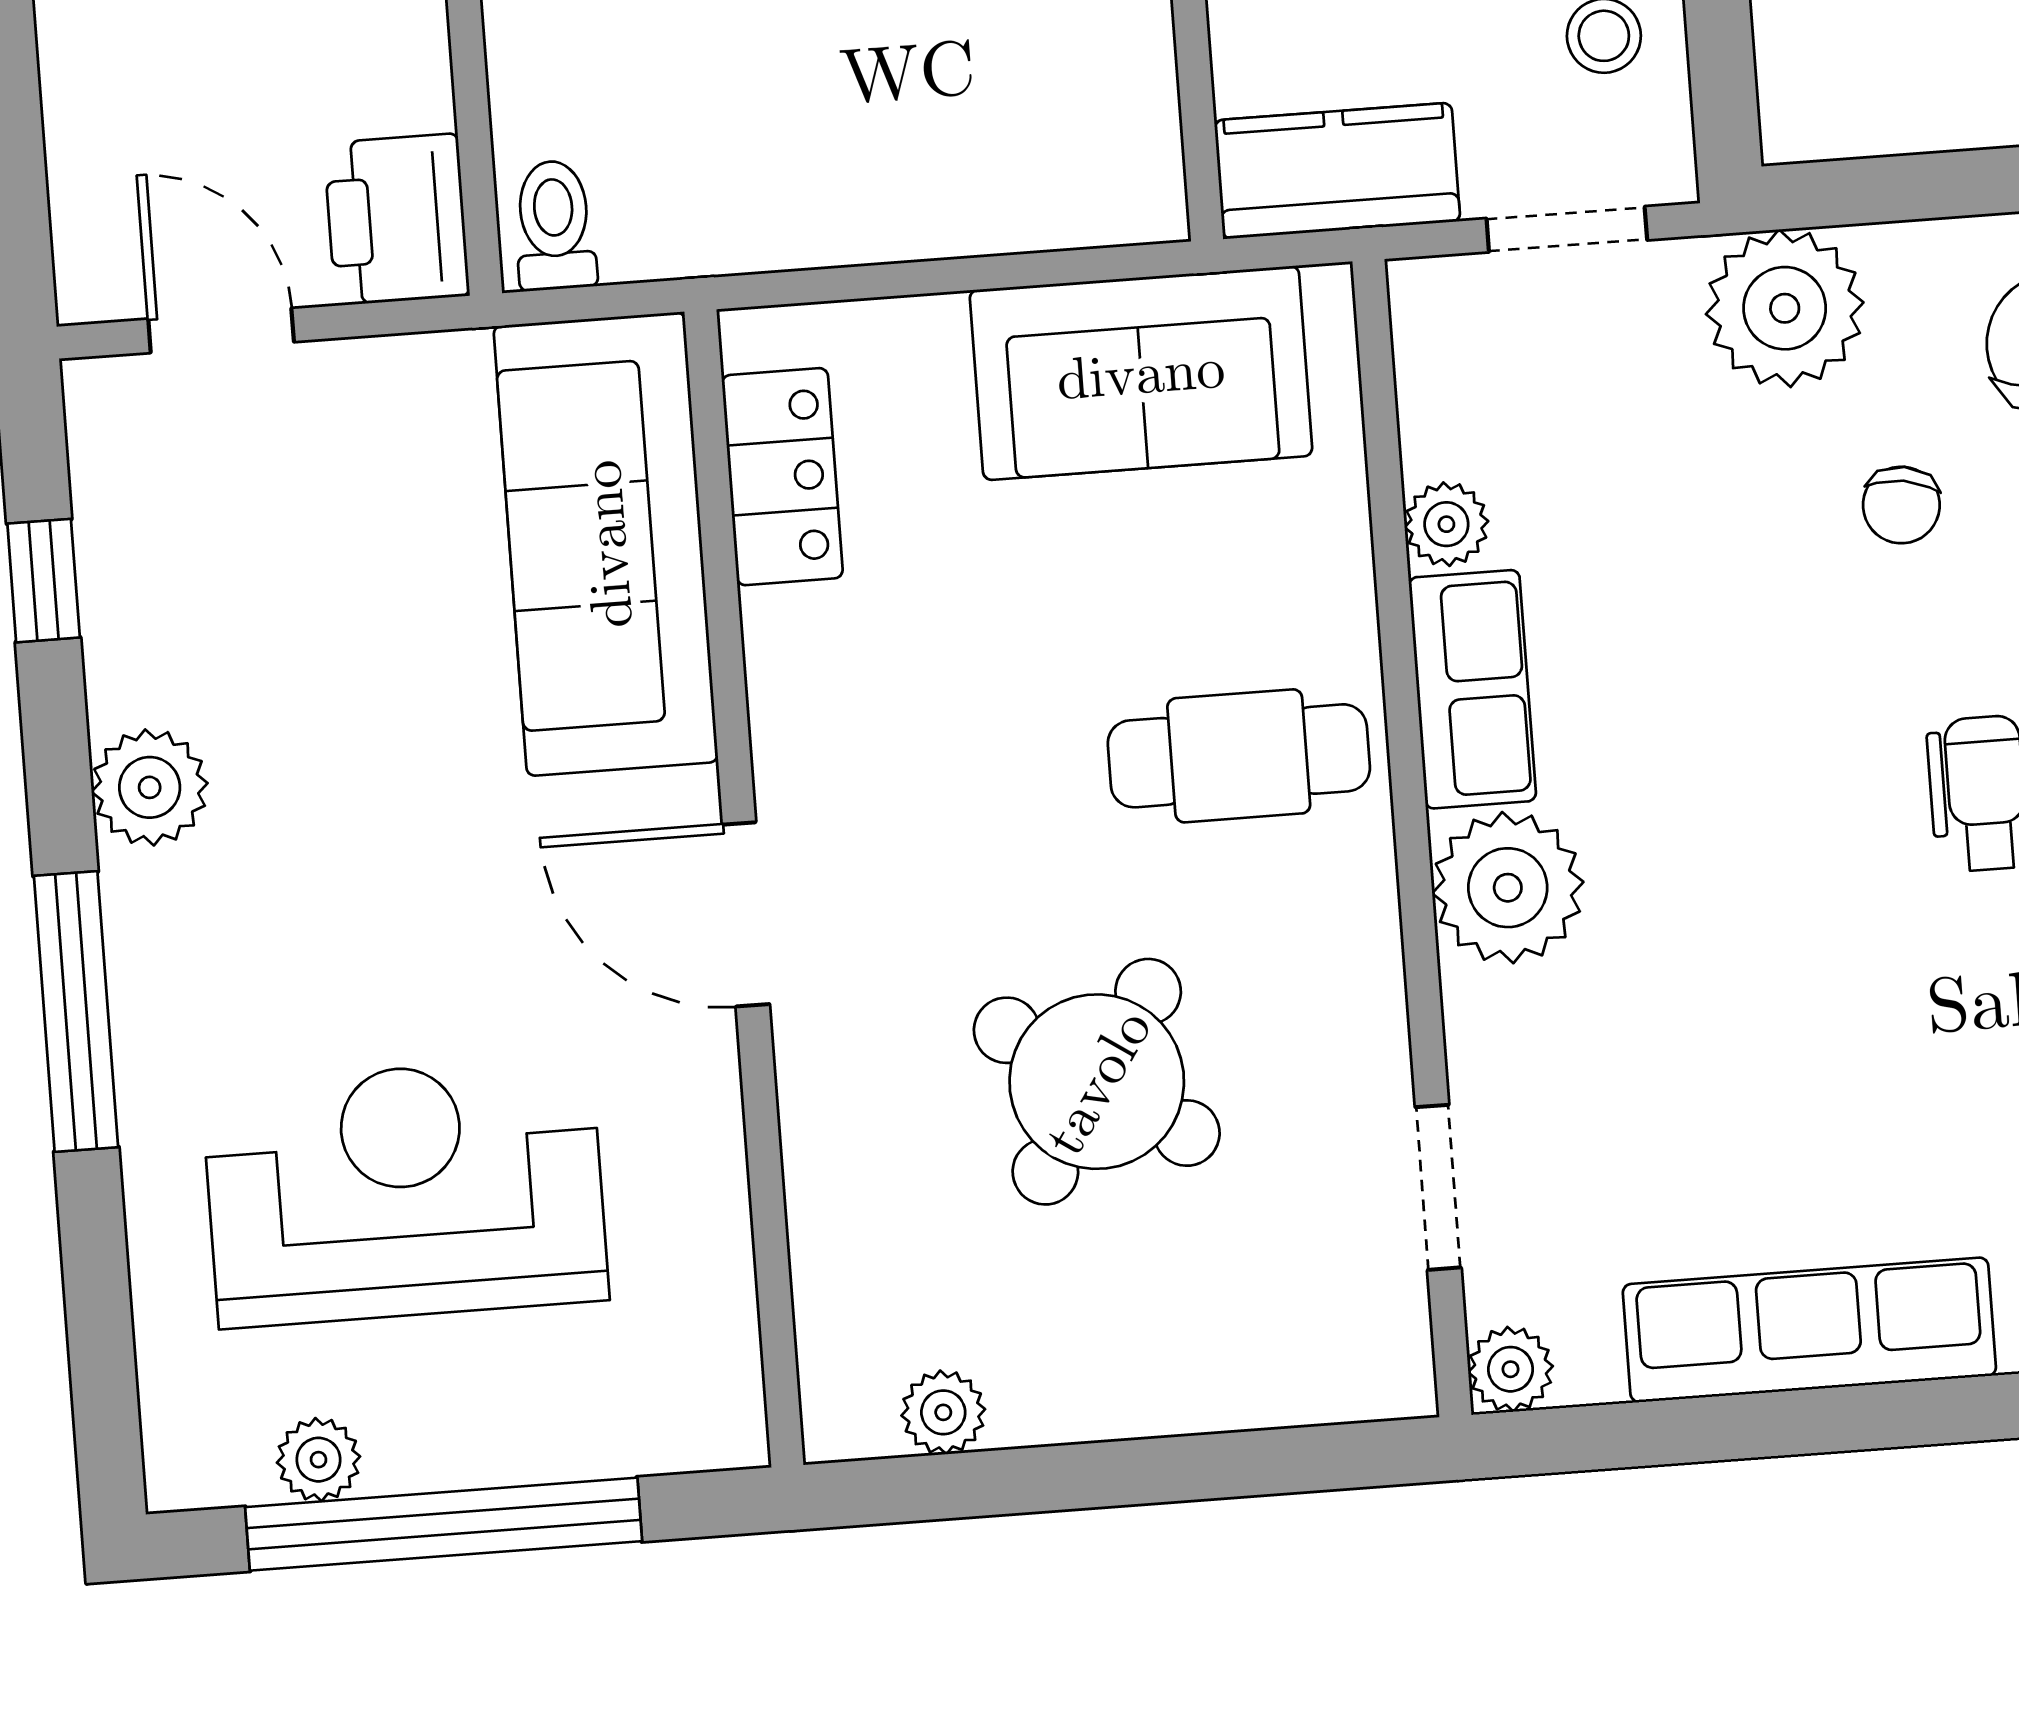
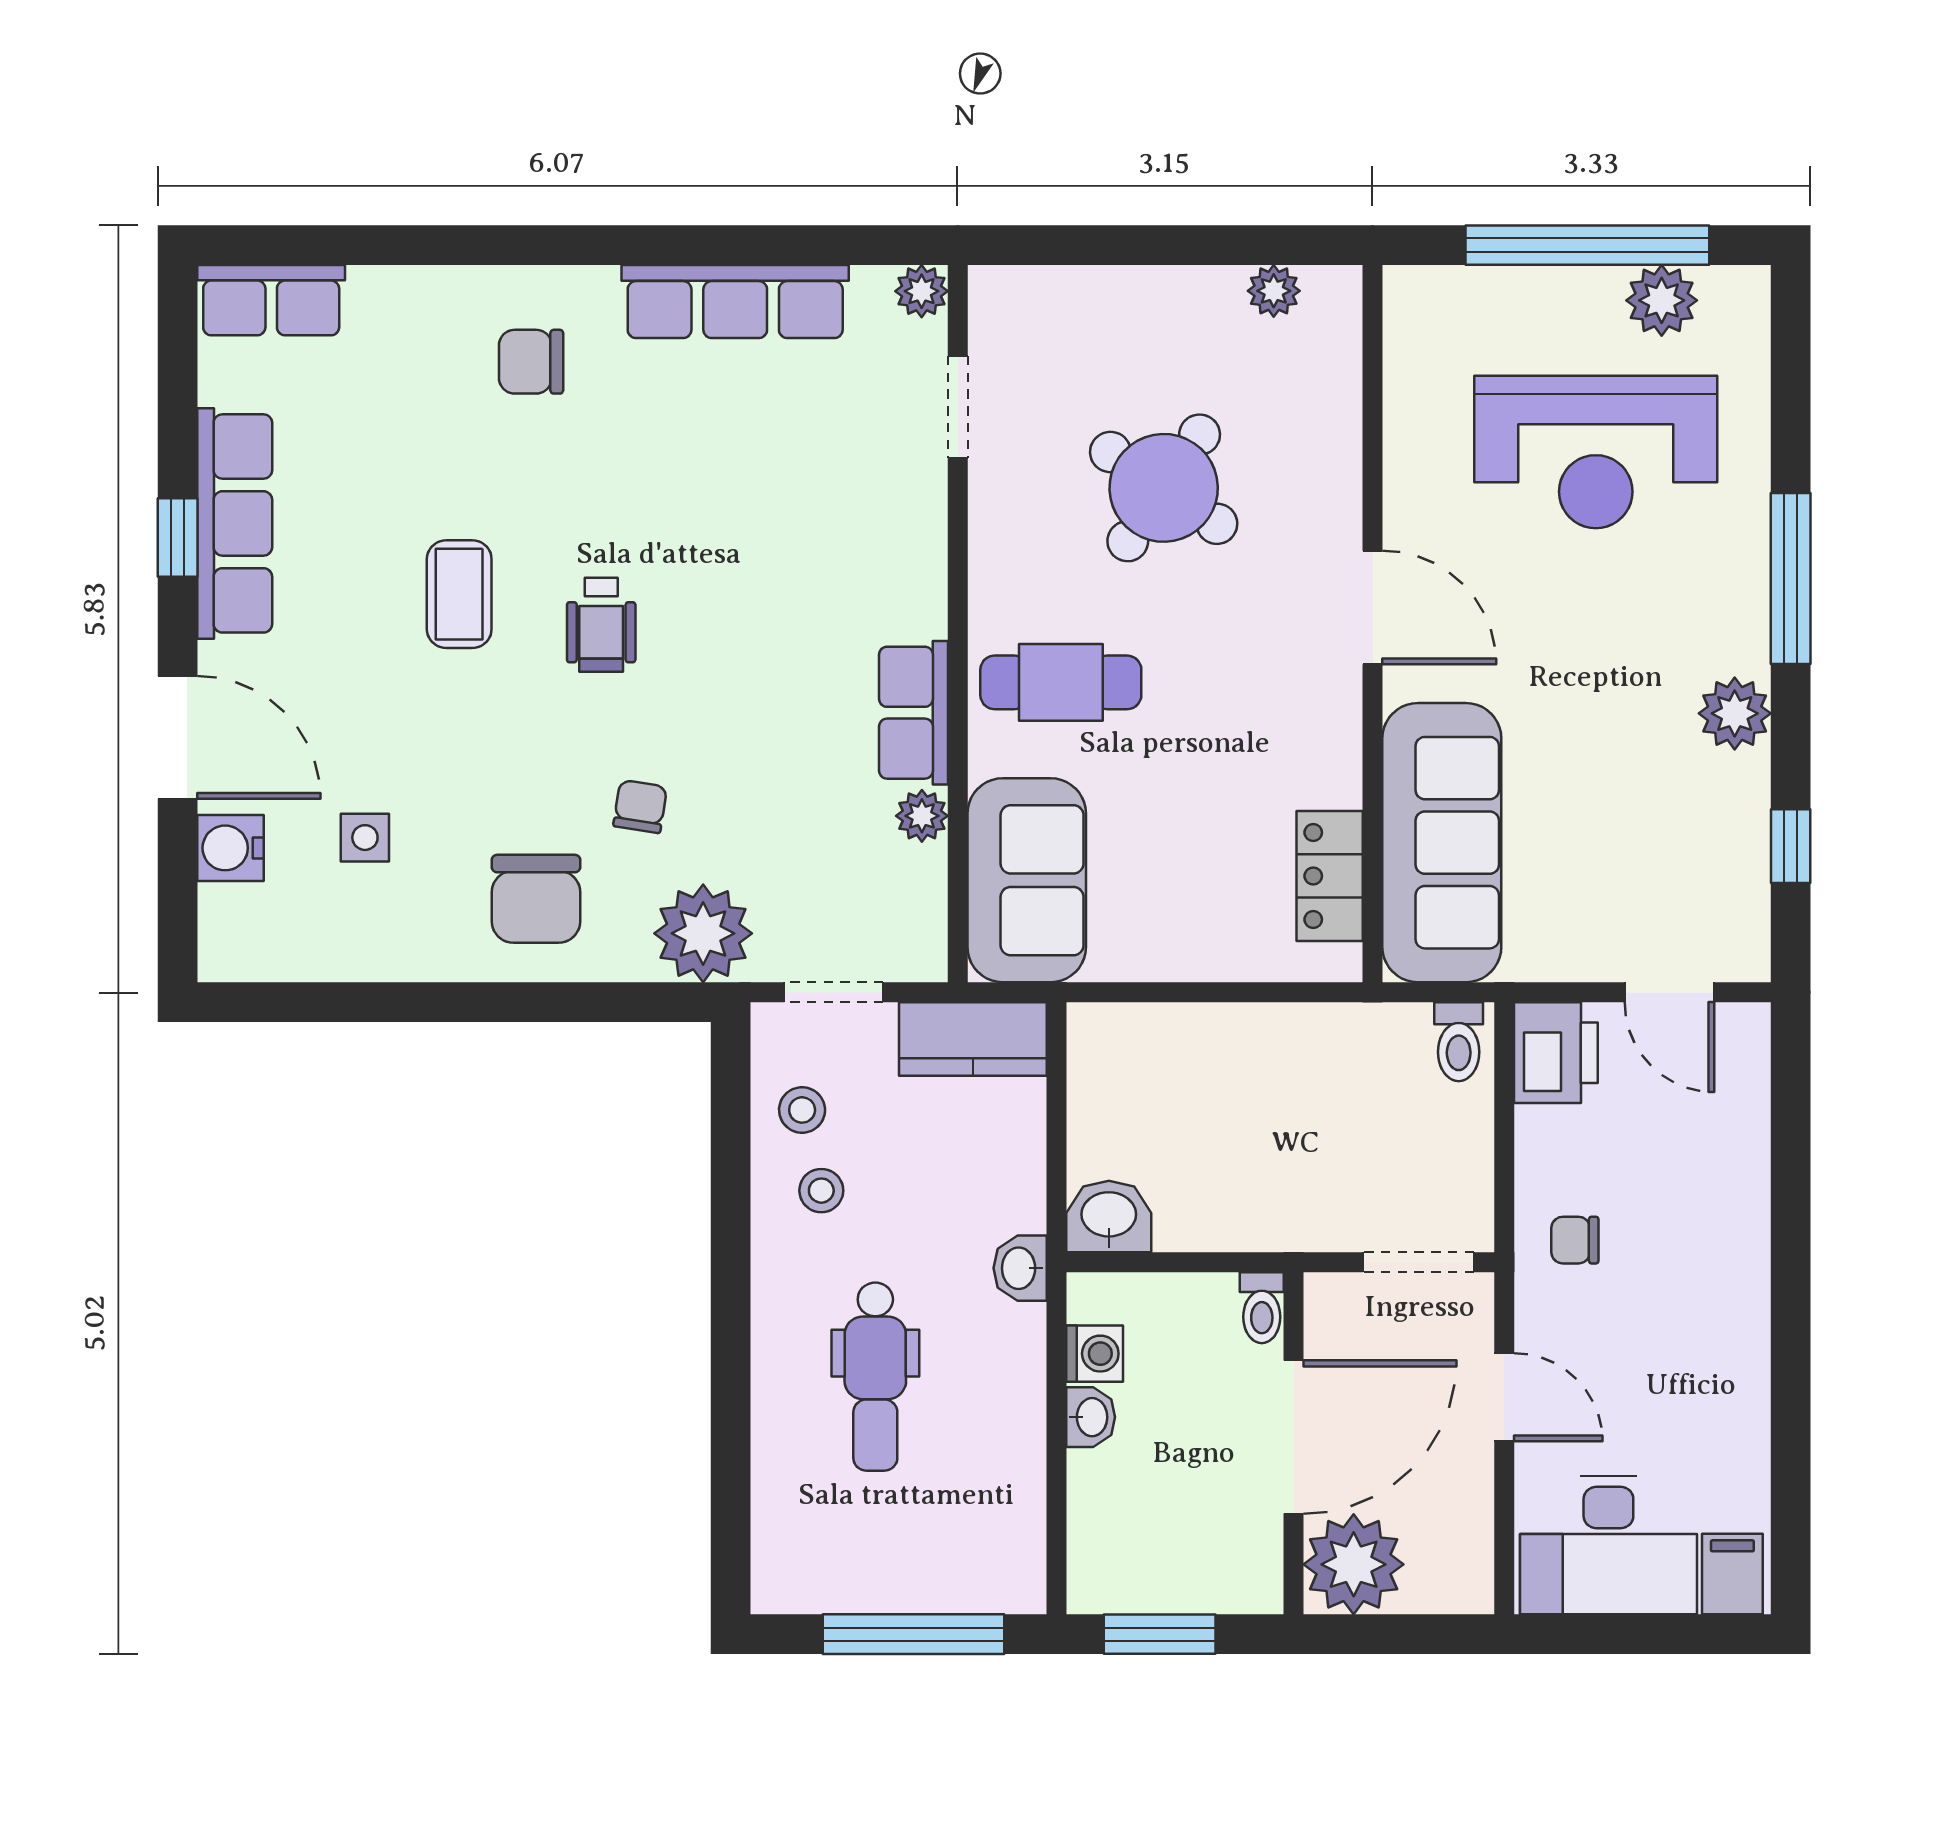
sofa: (1141, 373) -> (1027, 880), moved, turned 90
plant: (1508, 888) -> (901, 589), removed
plant: (319, 1460) -> (1662, 300), width x1.38, depth x1.38

